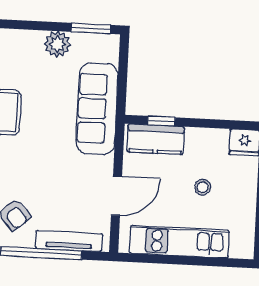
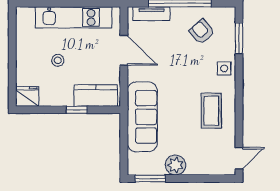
window: (161, 121) -> (77, 110), moved
door: (116, 196) -> (124, 50), swing flipped
tv unit: (69, 241) -> (151, 14), width x0.71

